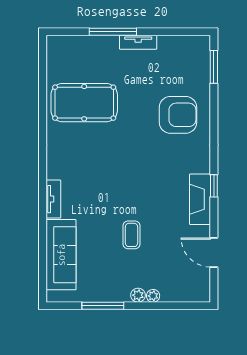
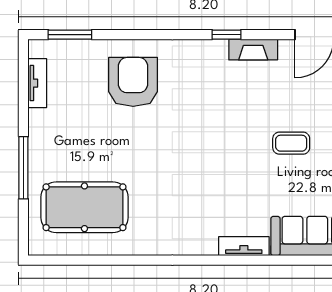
tv unit: (138, 42) -> (37, 83), moved
pool table: (84, 103) -> (84, 207), moved, turned 90
fireplace: (200, 199) -> (253, 50), width x0.73, depth x0.76

